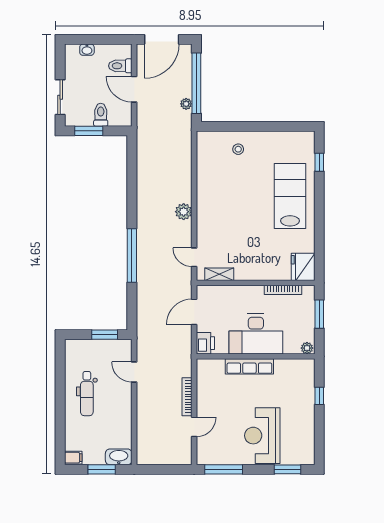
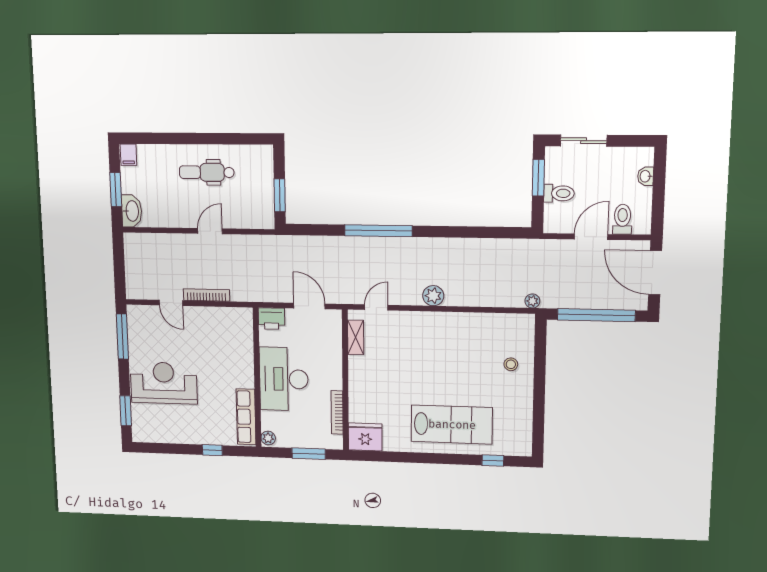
plant: (186, 104) -> (532, 301), moved
row of seats: (249, 366) -> (246, 417), moved
door: (134, 372) -> (210, 231), moved

